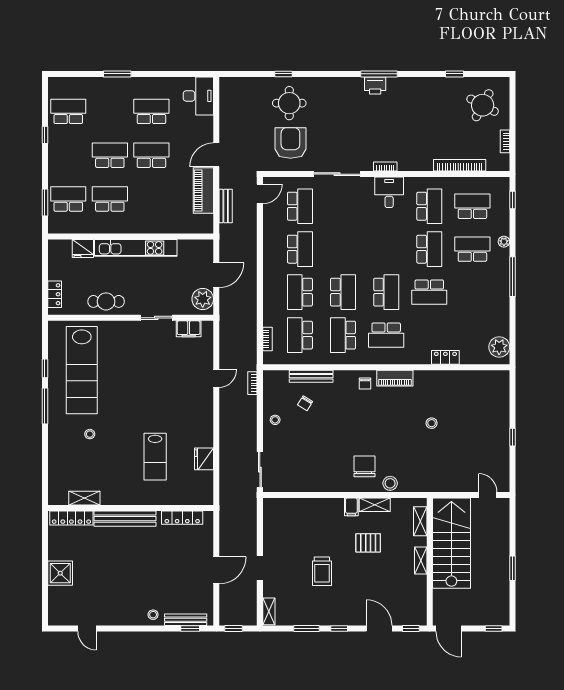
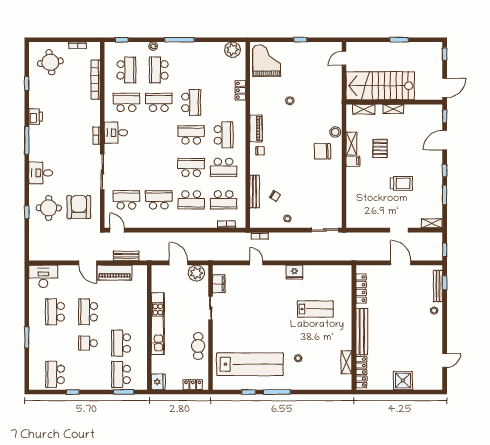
printer: (375, 85) -> (35, 117), moved
desk: (336, 92) -> (41, 173), added
round table: (483, 105) -> (50, 62), turned -36
armchair: (290, 143) -> (79, 207), turned 90
school desk: (110, 155) -> (88, 343), width x0.54
school desk: (472, 206) -> (126, 70), turned 180
fridge: (83, 248) -> (158, 382), moved
grand piano: (485, 392) -> (267, 61), added
fridge: (204, 459) -> (294, 272), moved

